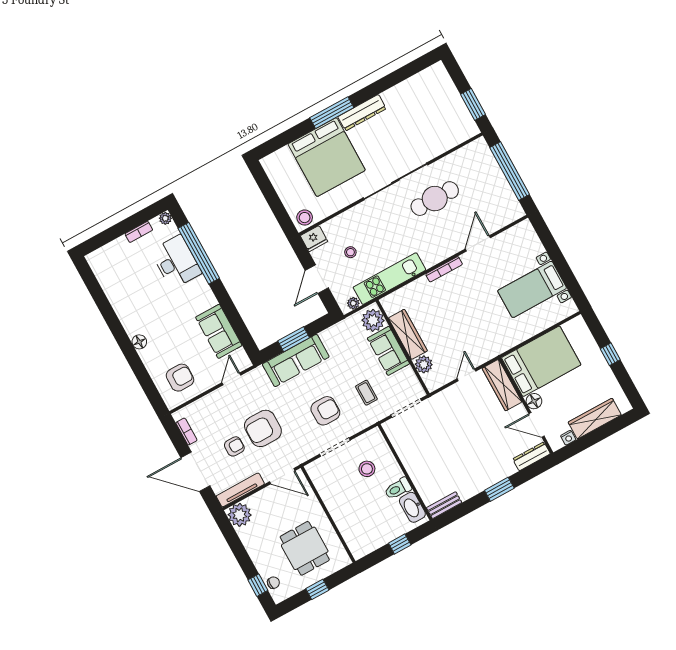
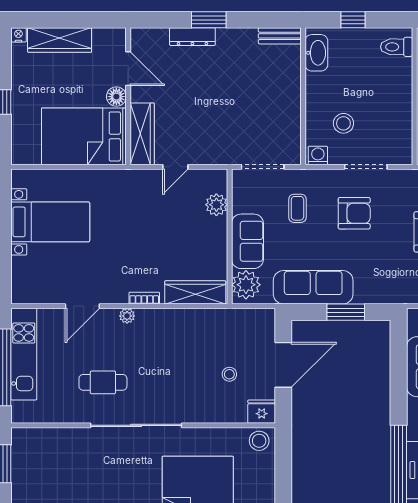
cafe table: (435, 199) -> (103, 382), width x0.73, depth x0.74
bookcase: (444, 269) -> (144, 298), width x0.64
door: (317, 279) -> (283, 365), width x1.36
kitchen unit: (389, 279) -> (24, 354), moved, turned -90
plant: (353, 303) -> (127, 316), moved
wardrobe: (408, 334) -> (195, 292), moved, turned 90
sofa: (296, 360) -> (313, 287), moved
armchair: (325, 411) -> (354, 213), turned 180
washing machine: (372, 437) -> (318, 155), added
nightstand: (568, 438) -> (18, 35), moved
dresser: (532, 456) -> (192, 37), moved
toilet: (398, 489) -> (397, 47), moved, turned 180

